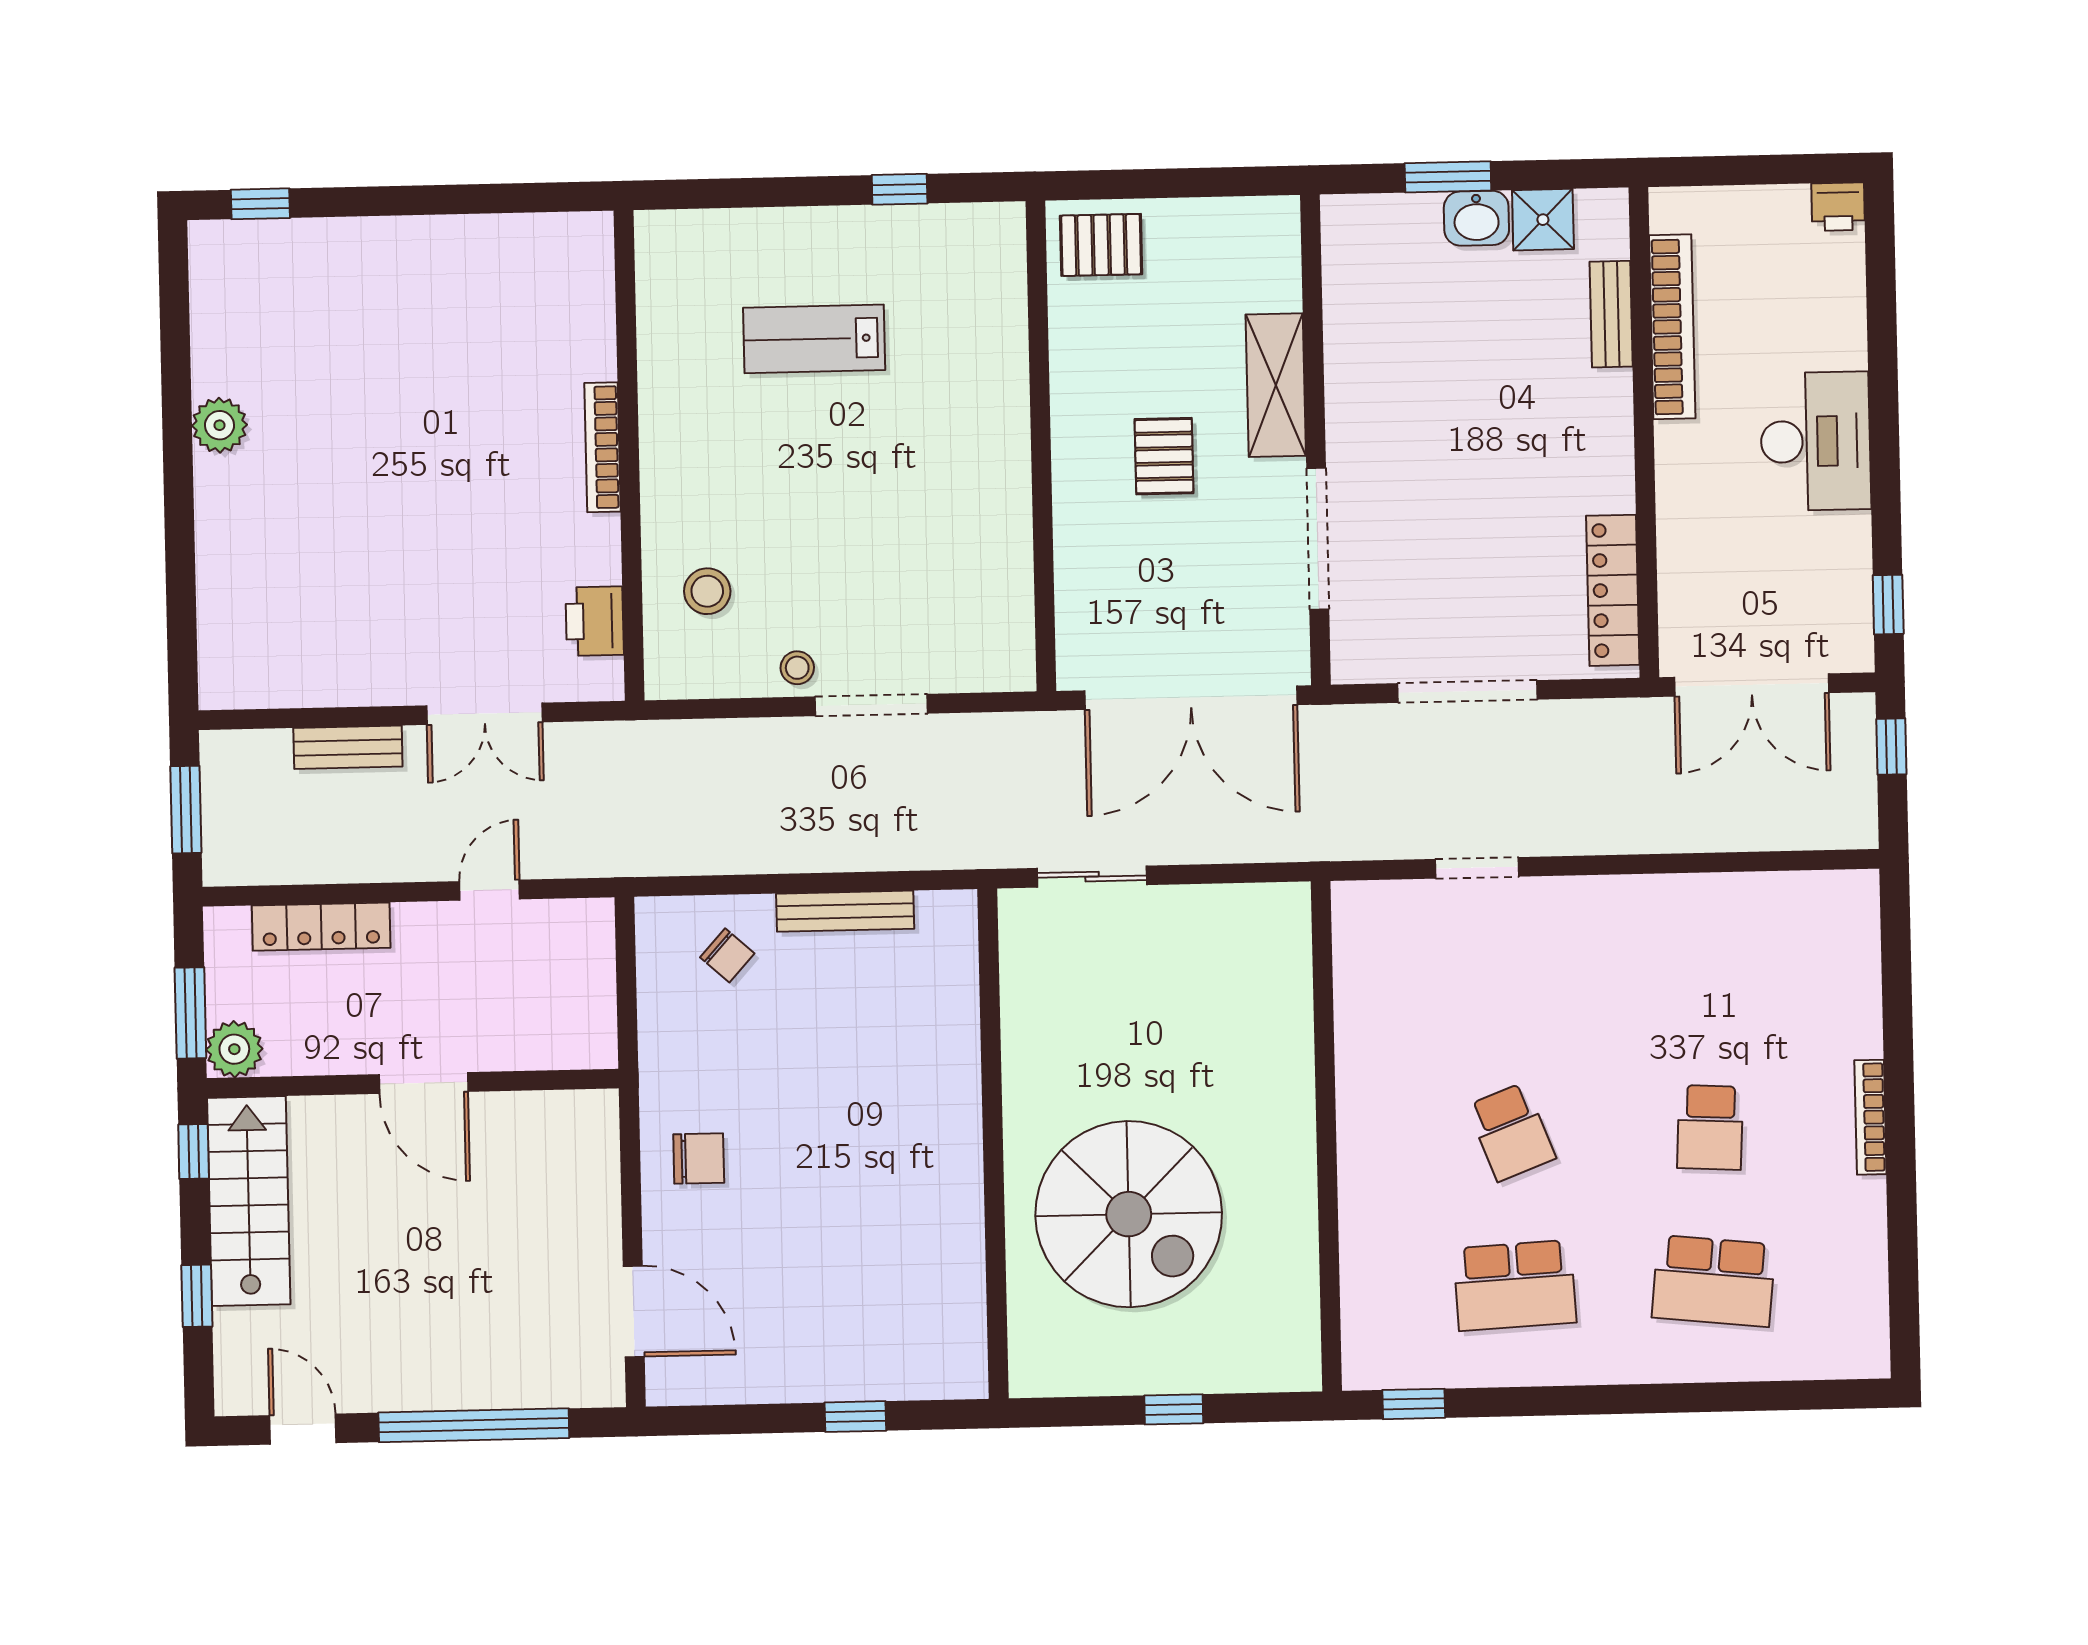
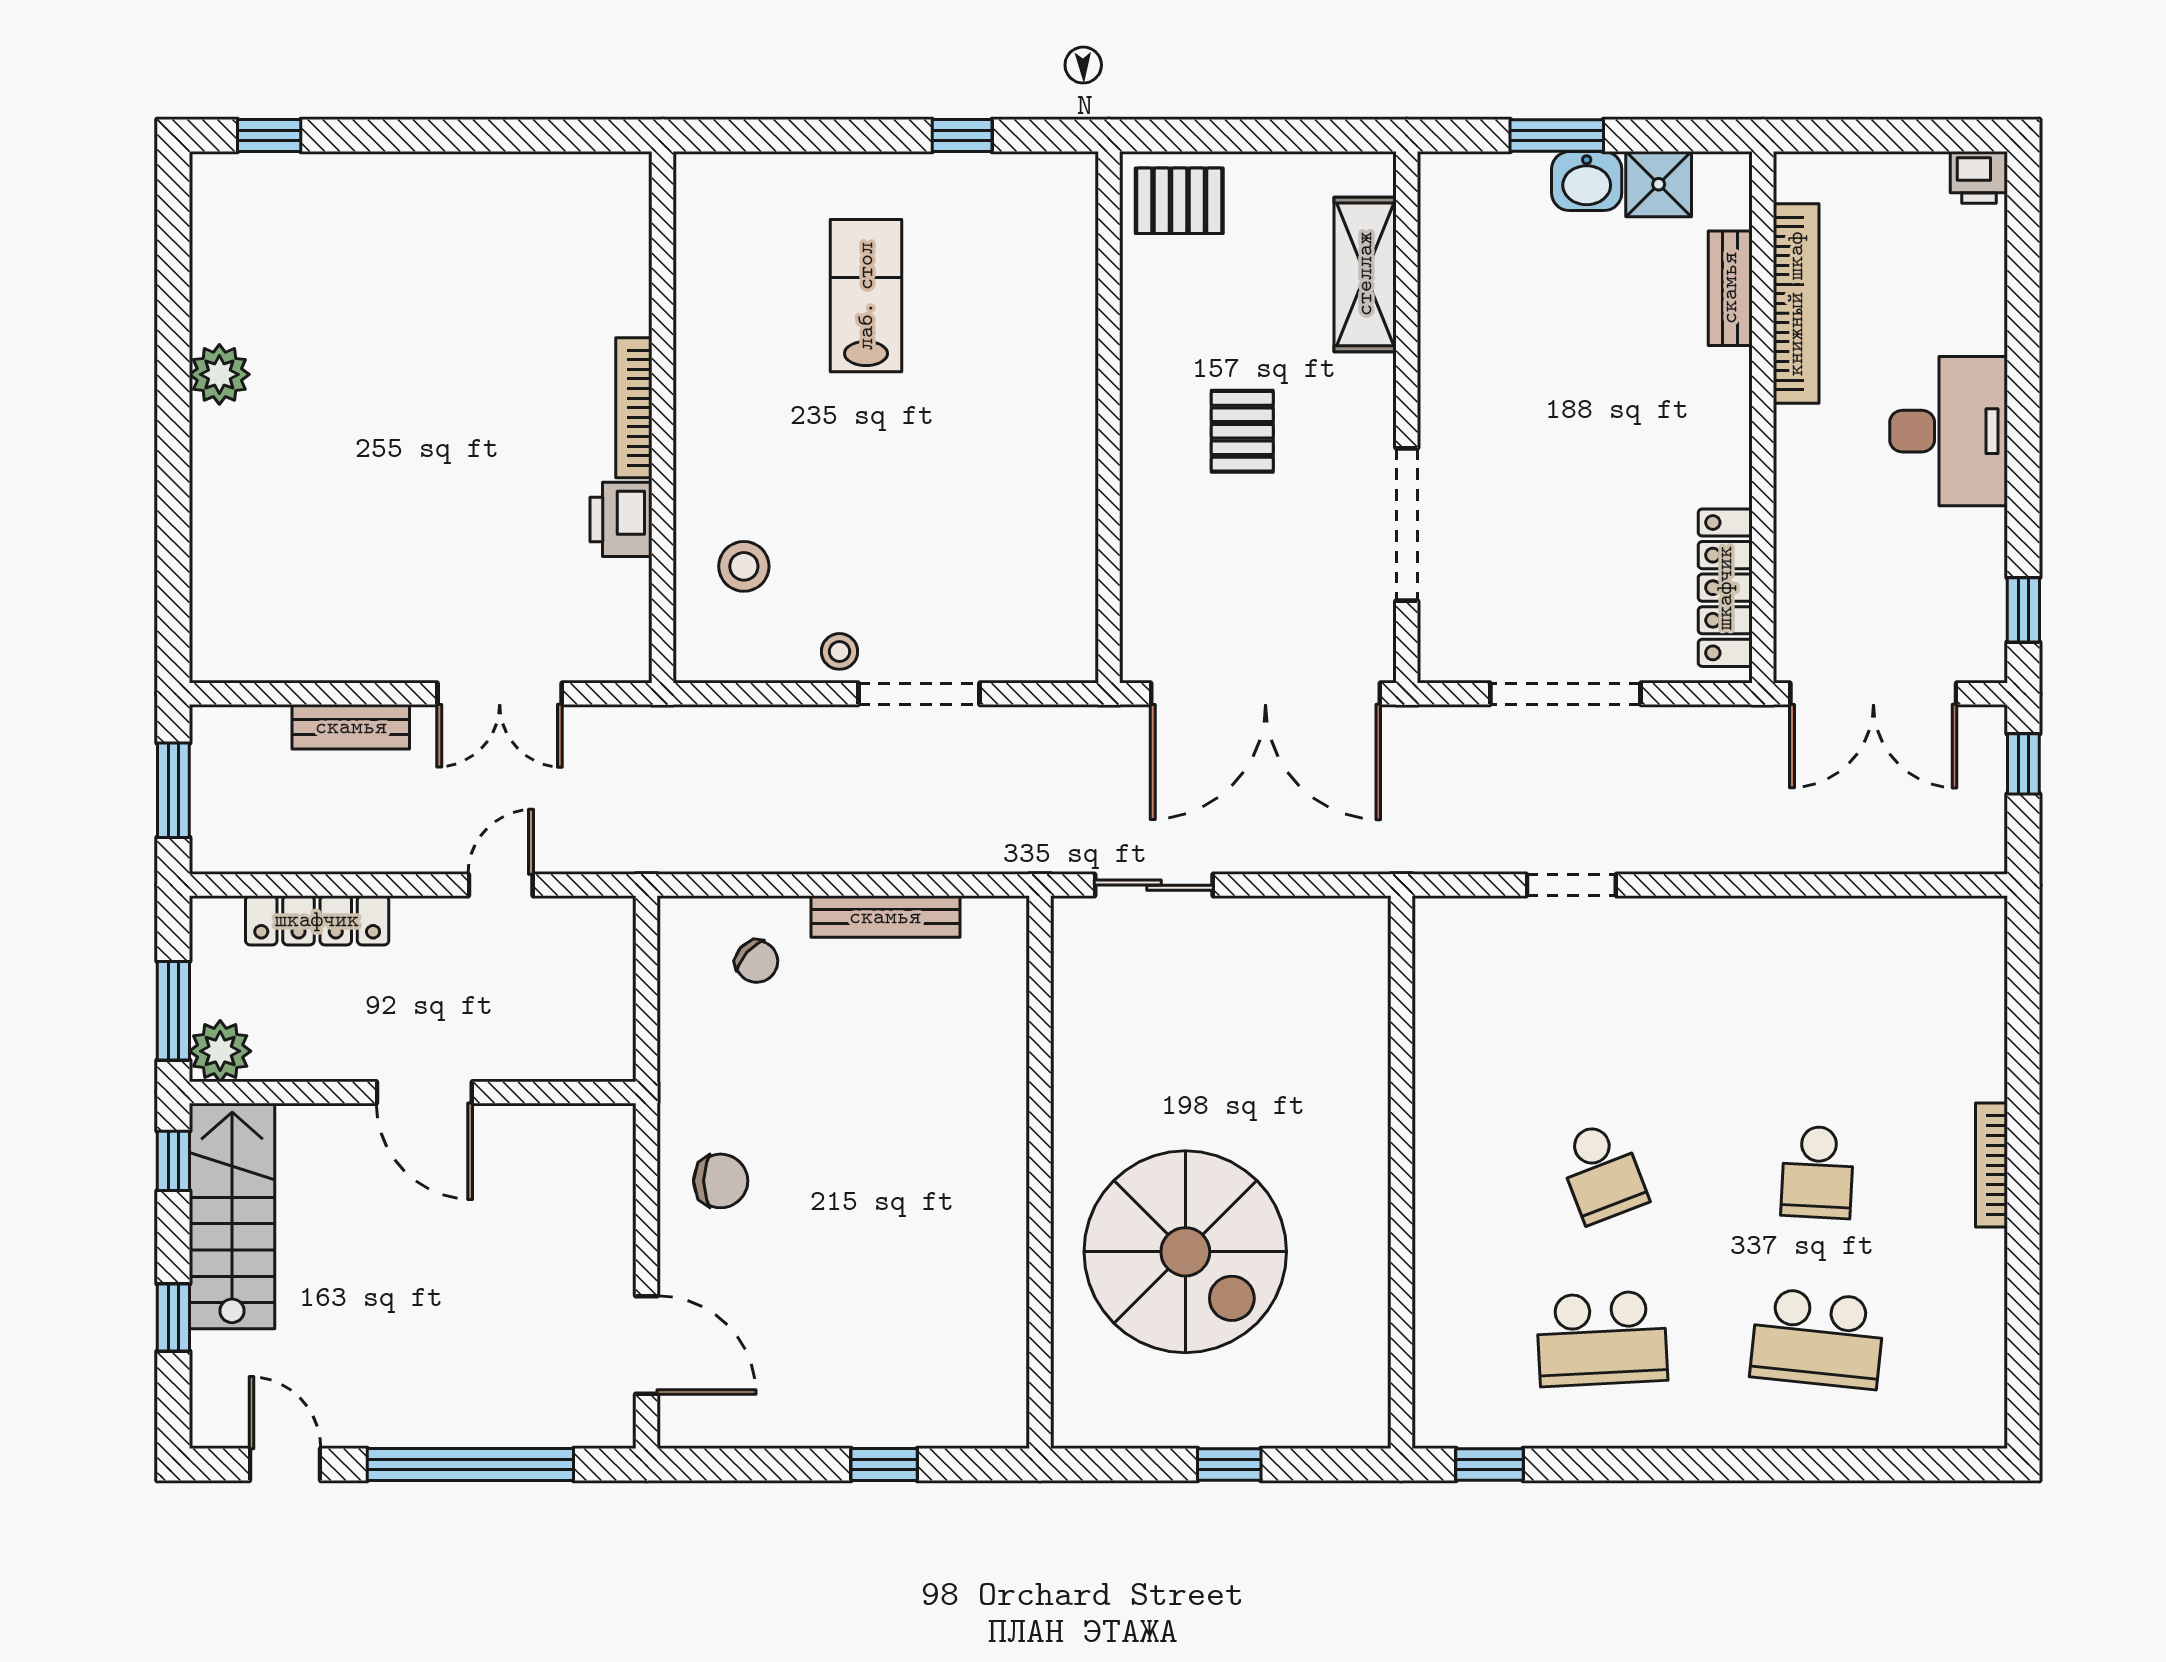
lab bench: (814, 339) -> (866, 296), turned 90
shelving: (1276, 385) -> (1365, 274), moved
printer: (595, 621) -> (621, 519), moved

